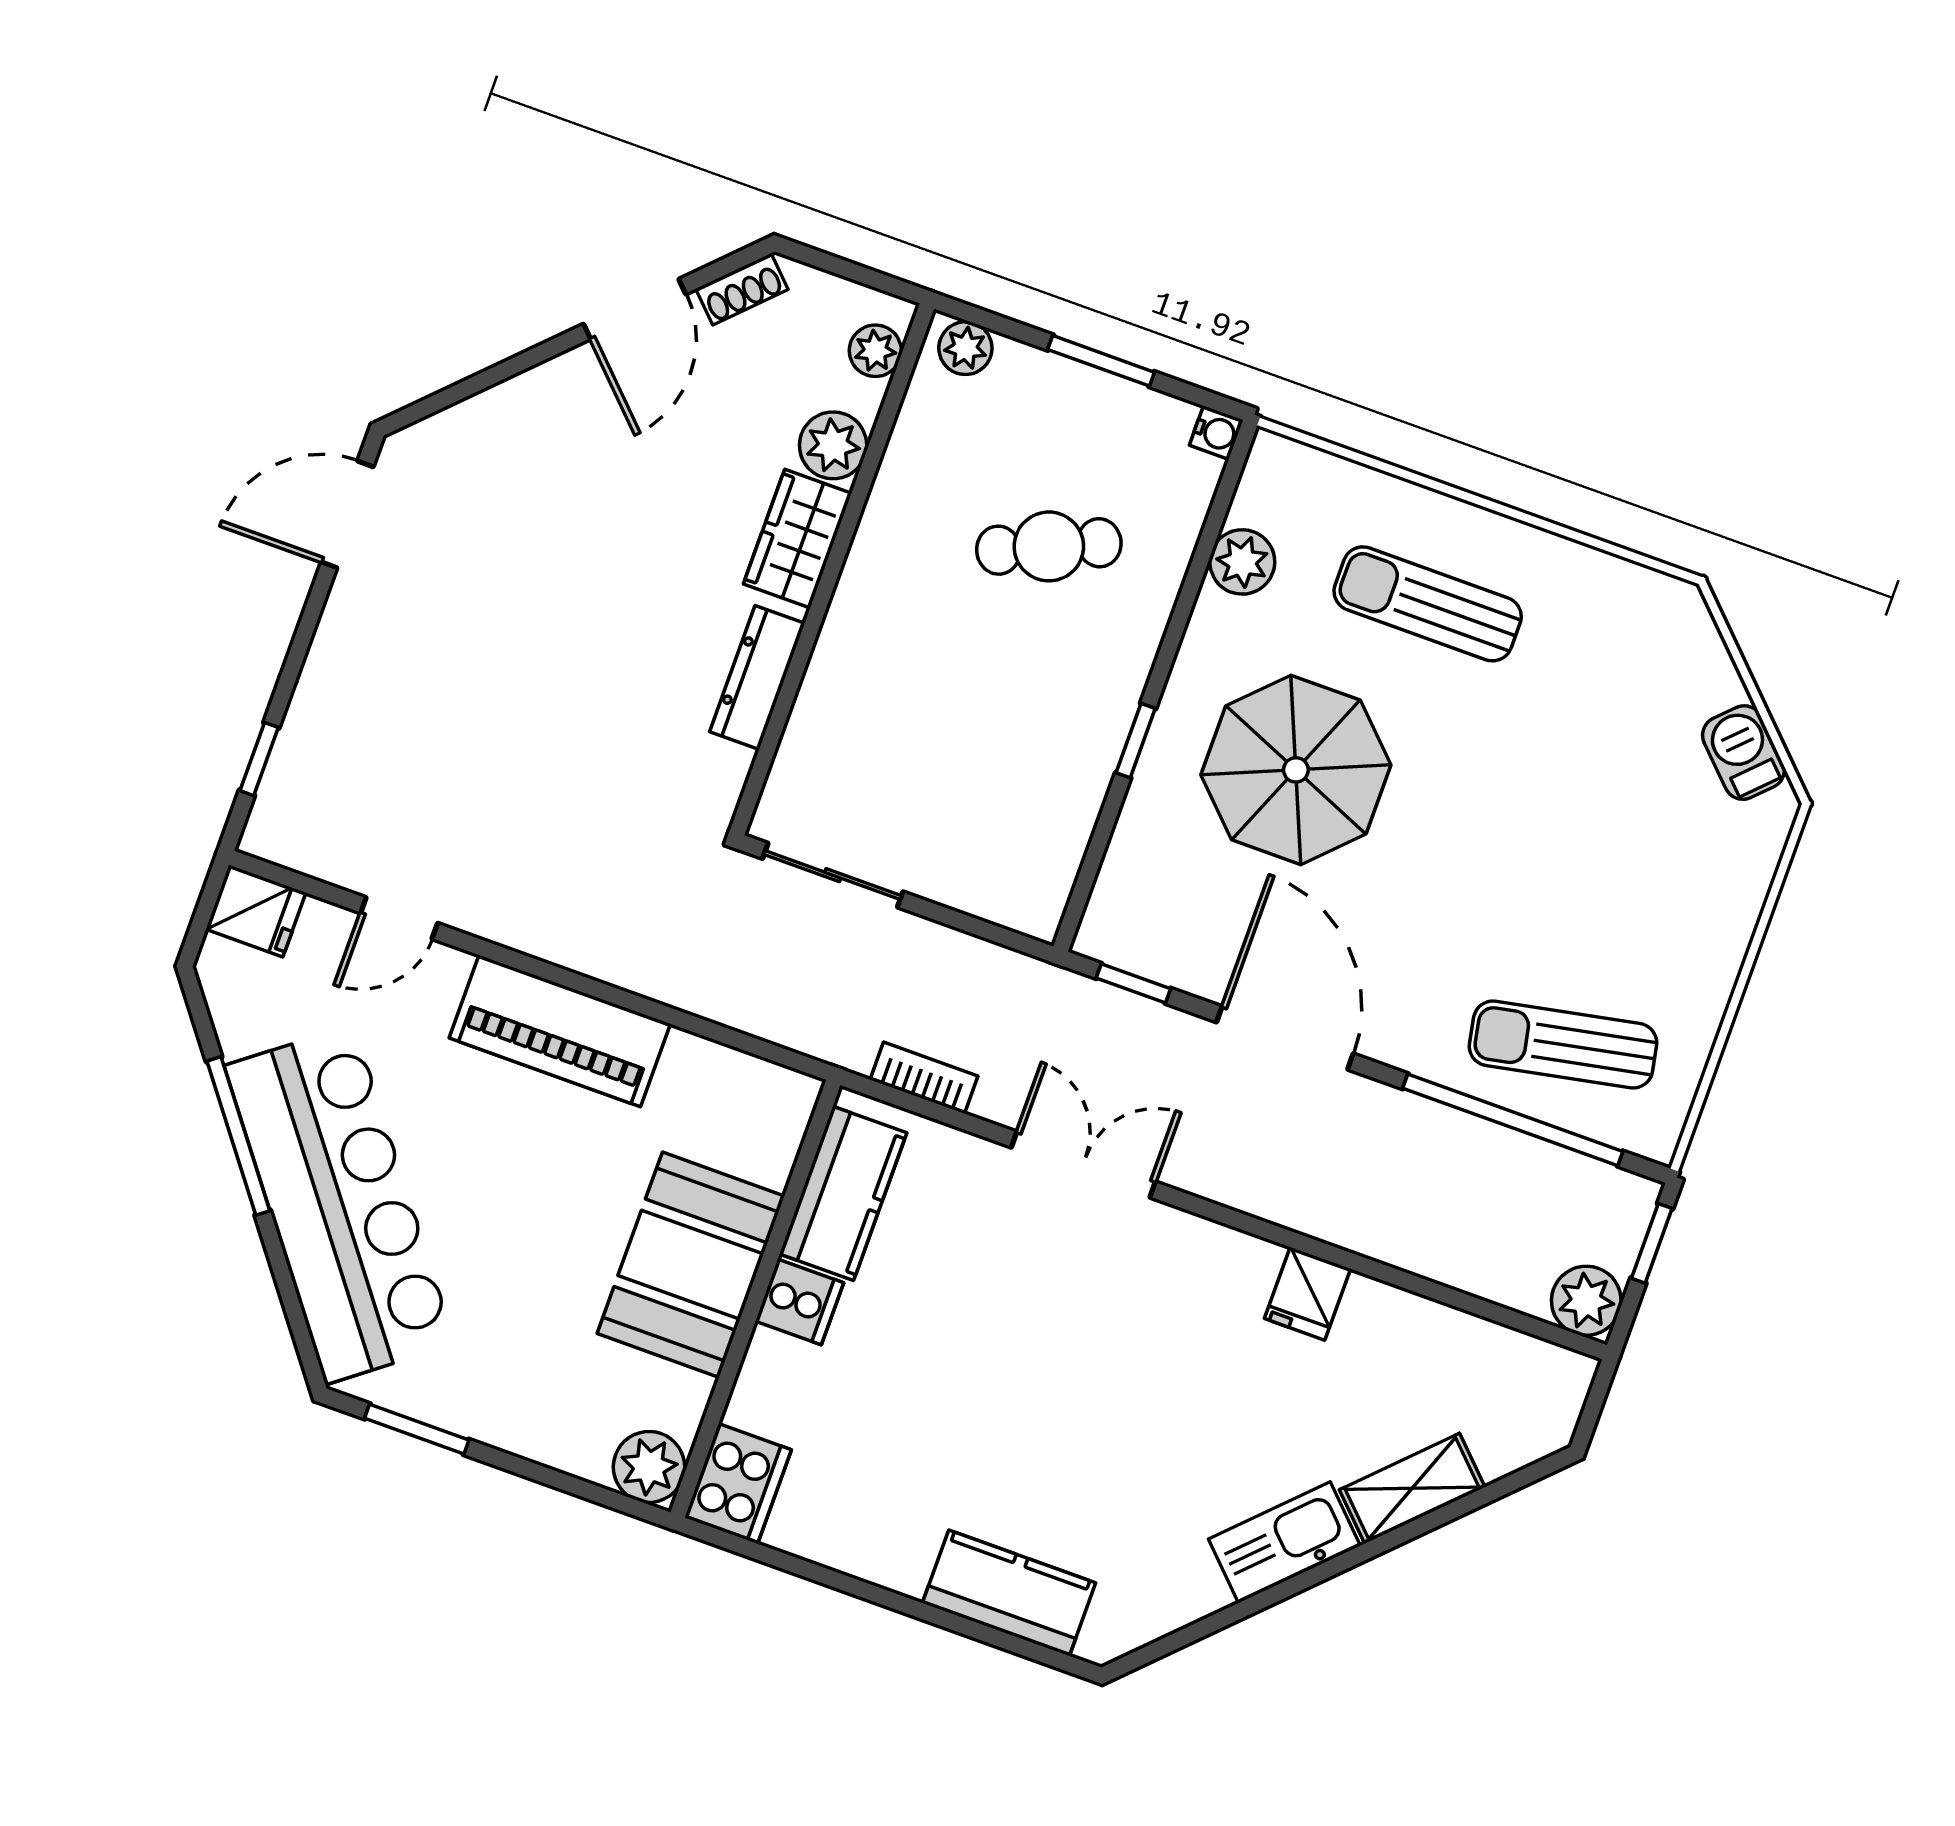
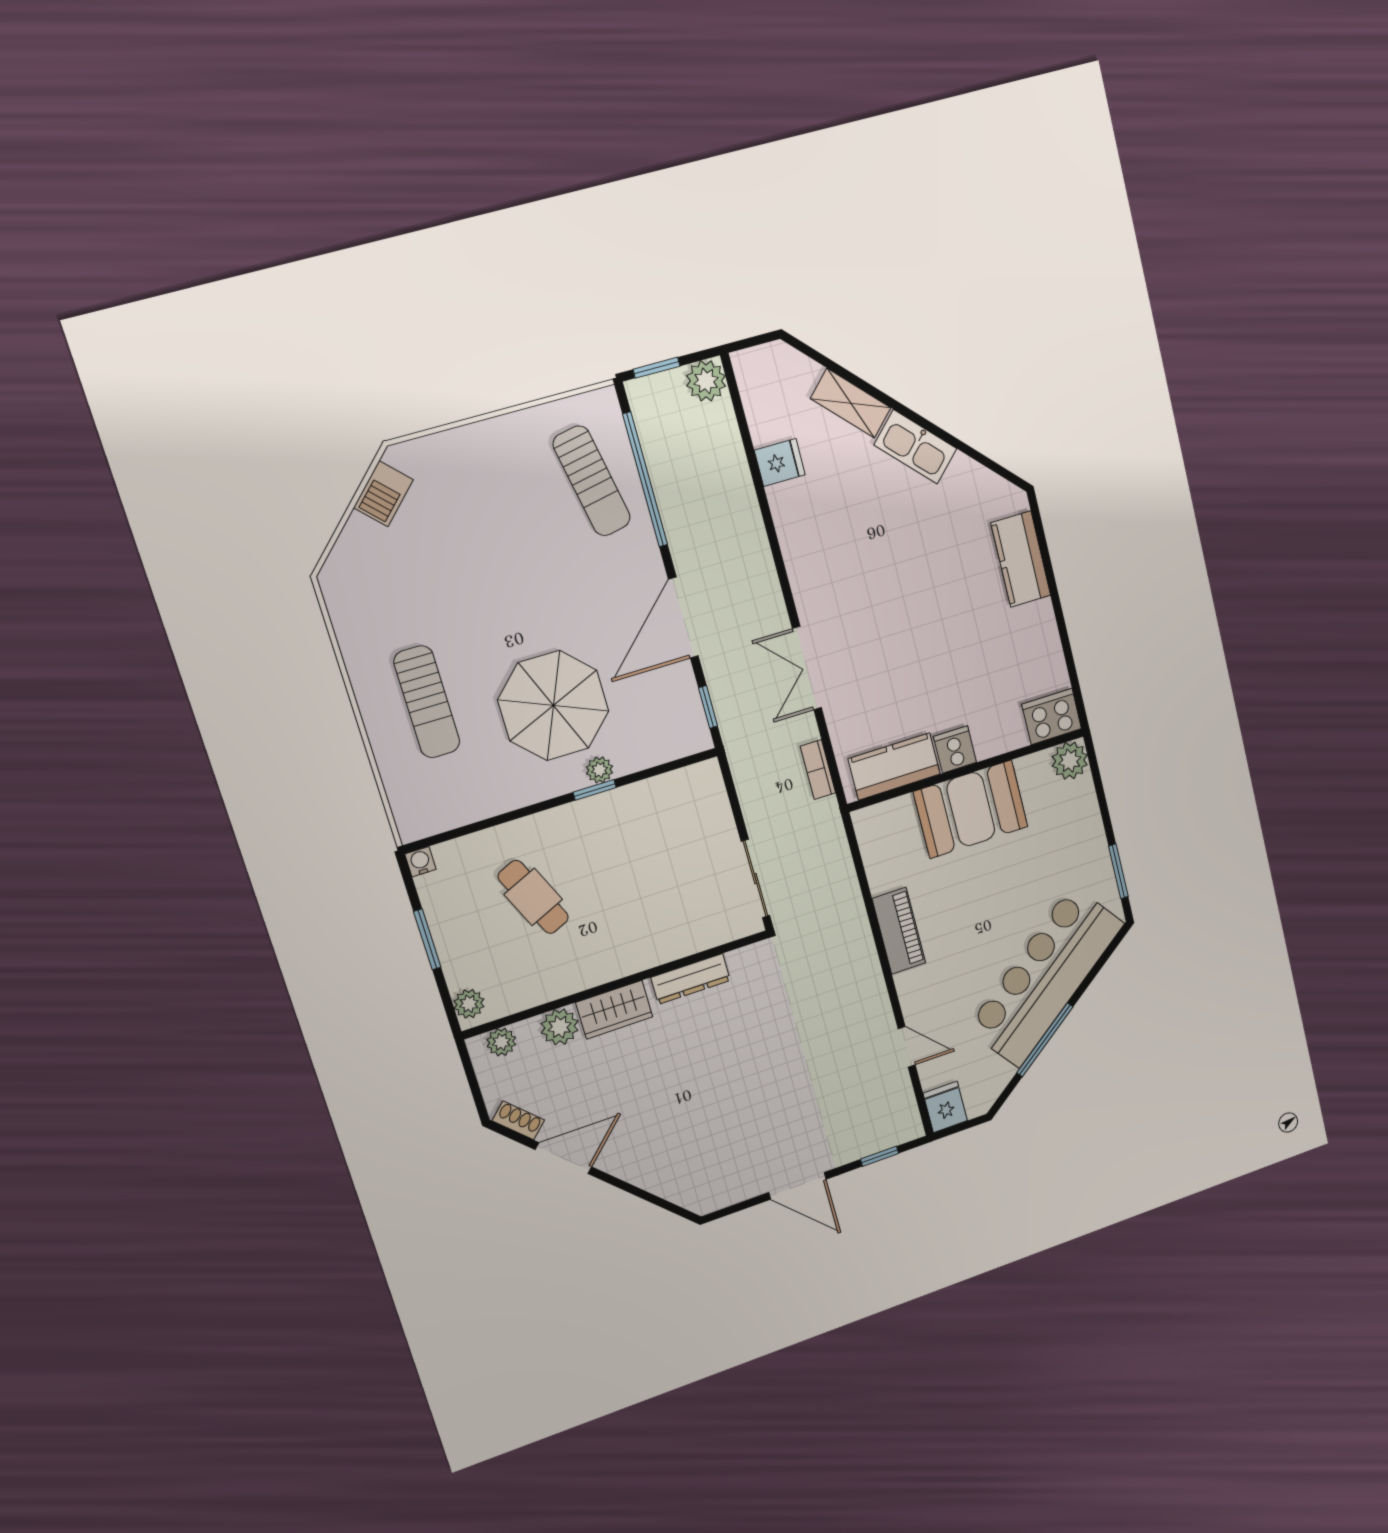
door: (347, 514) -> (797, 1186), moved
plant: (1242, 562) -> (600, 770), moved, width x0.73, depth x0.73
piano: (560, 1031) -> (899, 931), width x0.73, depth x0.75
fridge: (1307, 1294) -> (780, 463), moved

